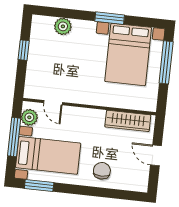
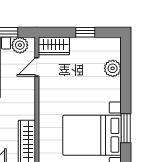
window: (110, 18) -> (126, 128), moved
wardrobe: (34, 83) -> (54, 46), added

